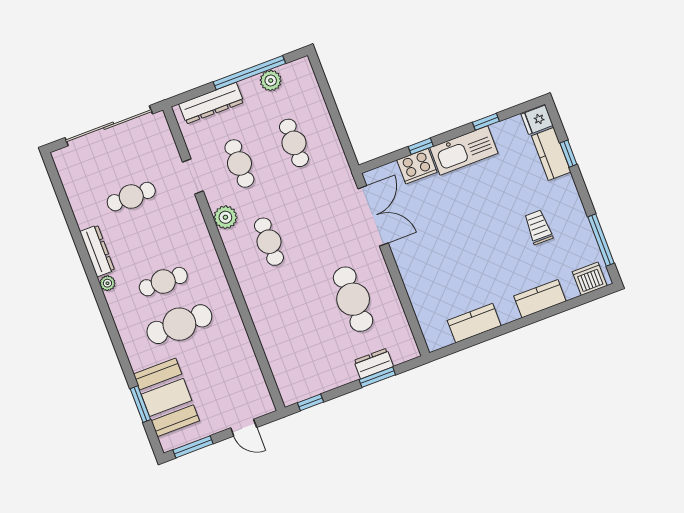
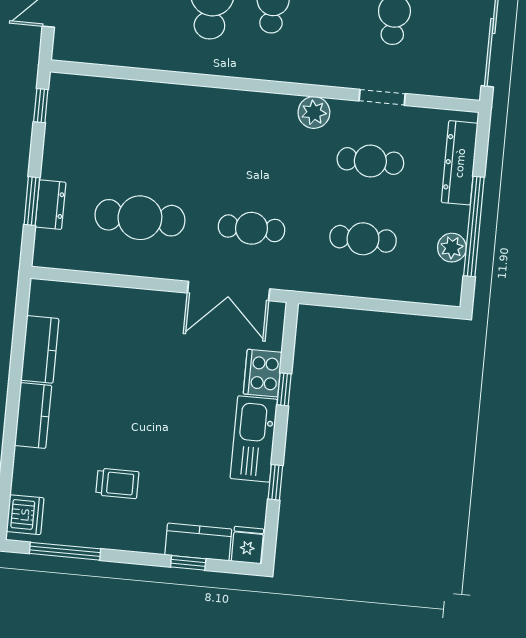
cafe table: (269, 242) -> (252, 228), moved
kitchen counter: (540, 299) -> (33, 415), moved

